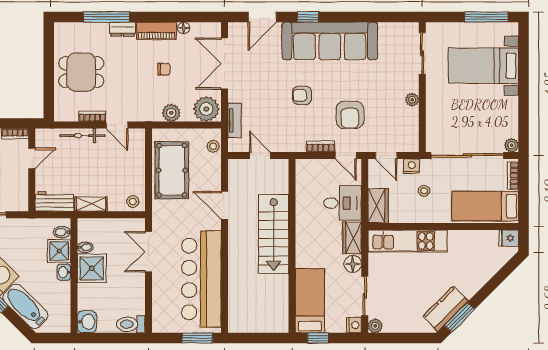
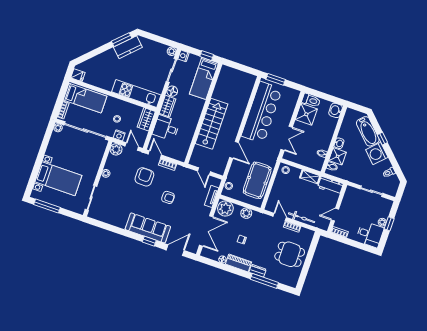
sofa: (330, 41) -> (148, 228), width x0.74, depth x0.79
plant: (409, 143) -> (116, 149), added
shower: (92, 268) -> (306, 114), moved

